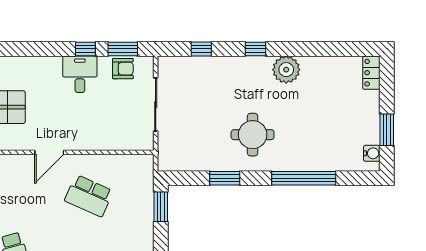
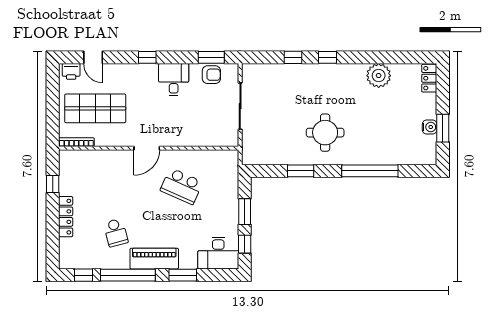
window: (85, 49) -> (147, 57), moved
window: (201, 49) -> (293, 57), moved
plant: (286, 70) -> (379, 76), moved
water cooler: (372, 153) -> (430, 127), moved
window: (161, 207) -> (245, 212), moved

